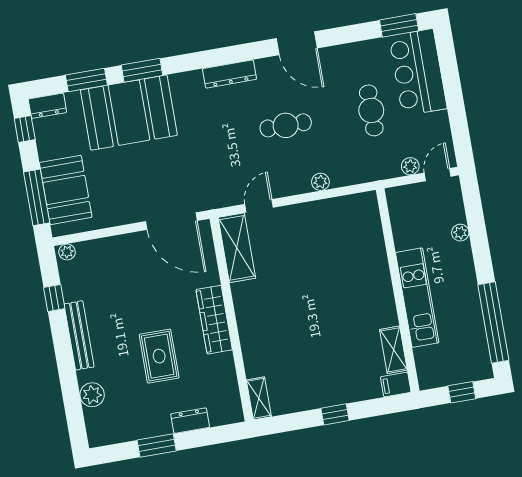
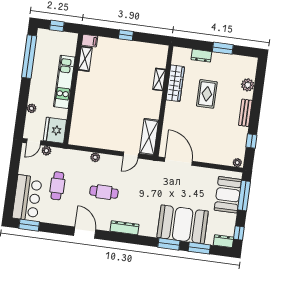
fridge: (407, 207) -> (55, 130), added
wardrobe: (214, 320) -> (175, 83), moved
bench: (79, 335) -> (245, 113), width x0.73
shelving: (259, 398) -> (159, 79), moved

